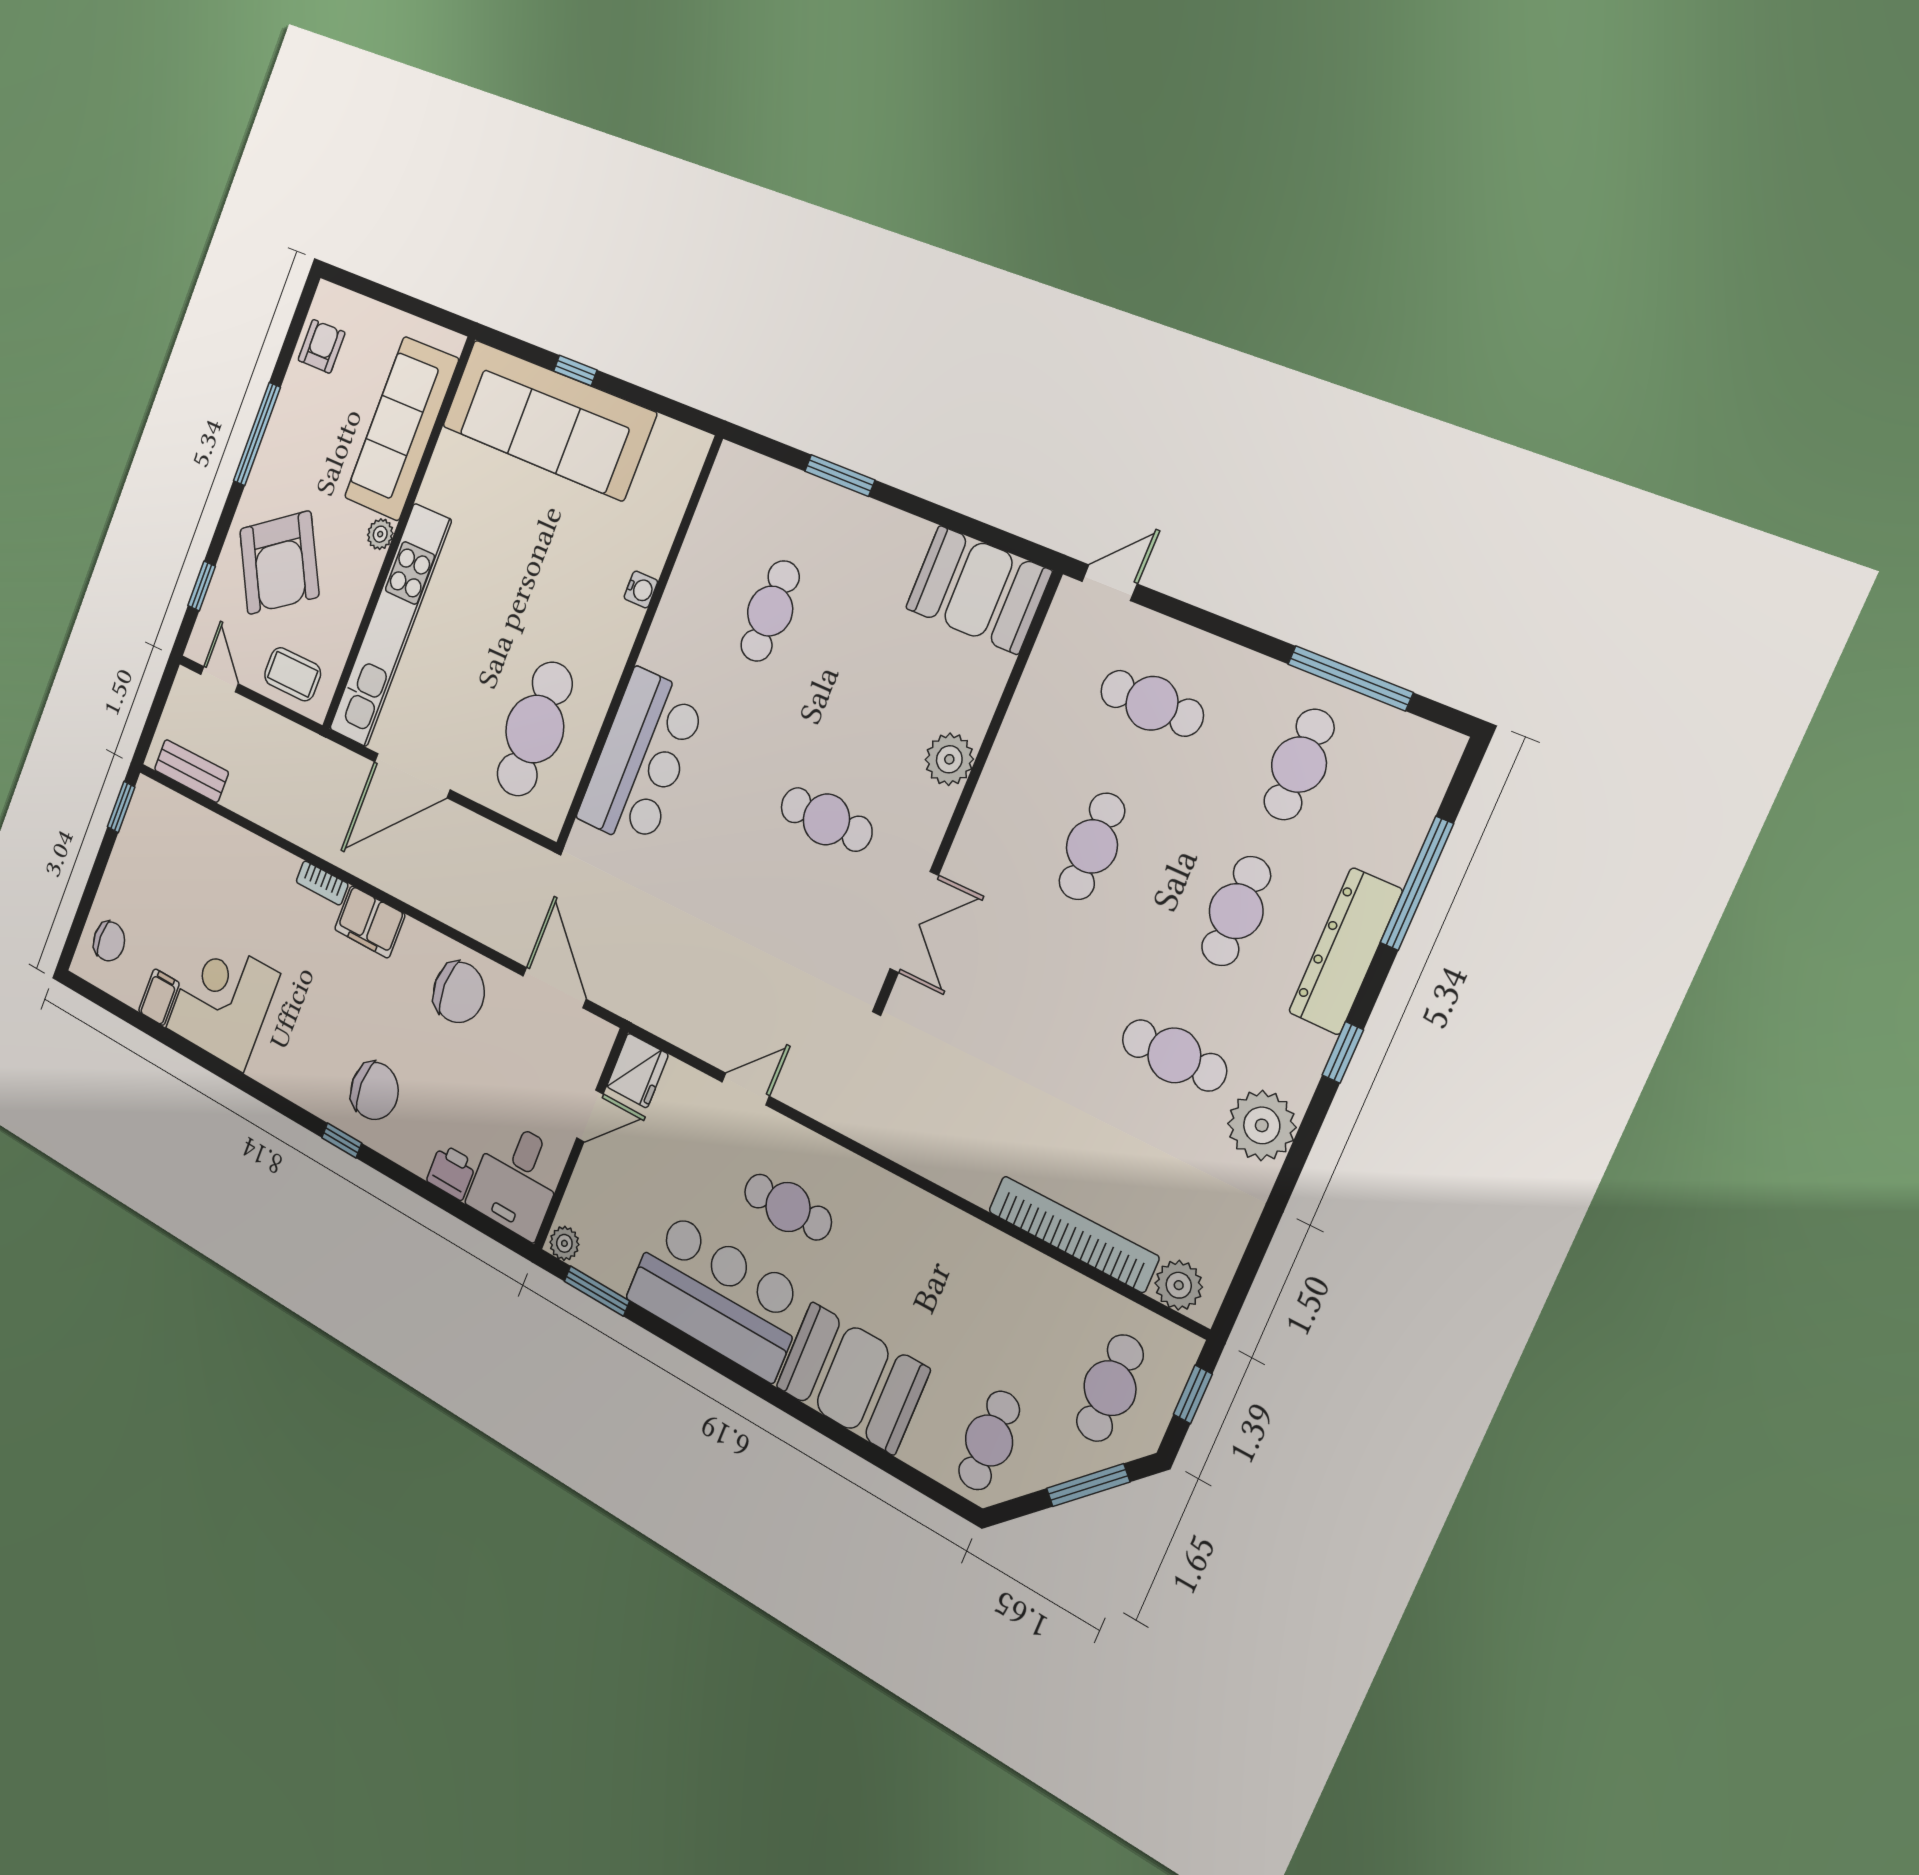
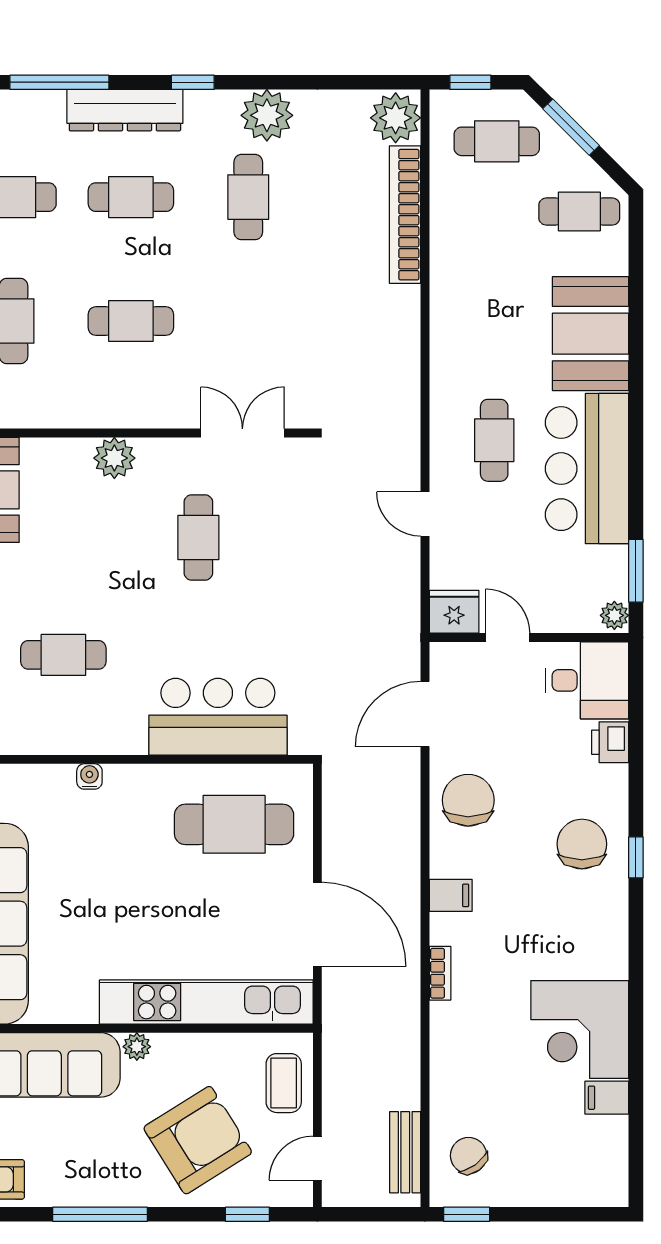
filing cabinet: (370, 922) -> (451, 895), width x0.50
chair: (109, 941) -> (469, 1156), moved, turned -36
plant: (1179, 1285) -> (396, 118), width x1.36, depth x1.36

